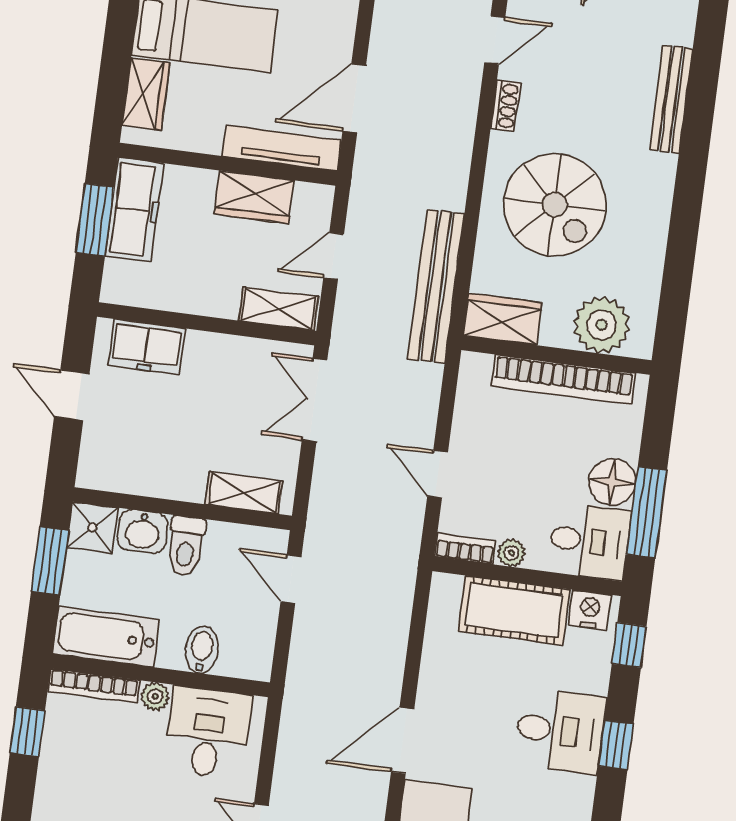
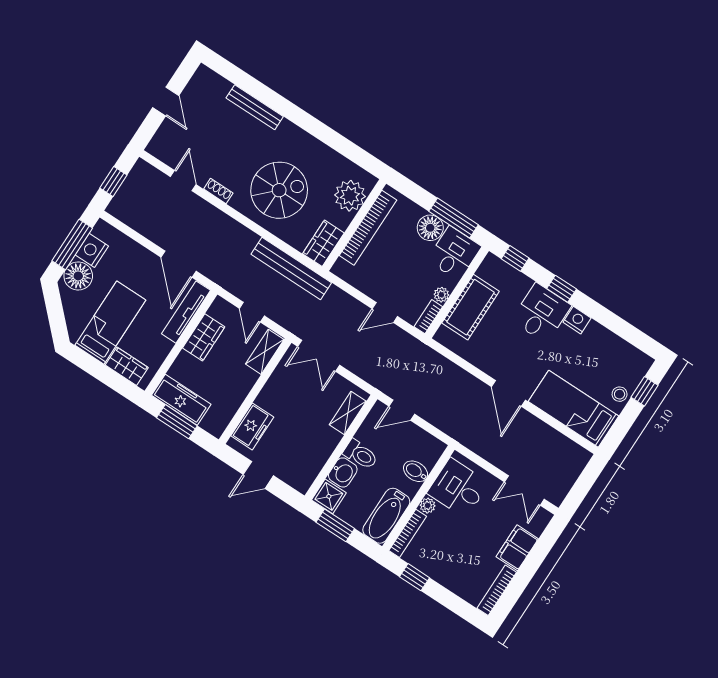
nightstand: (590, 610) -> (577, 320), moved, turned 90

